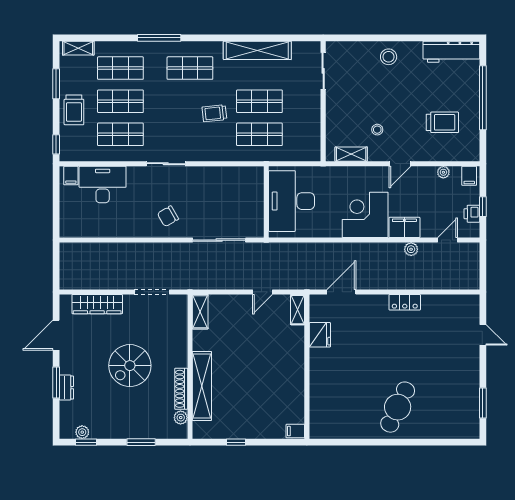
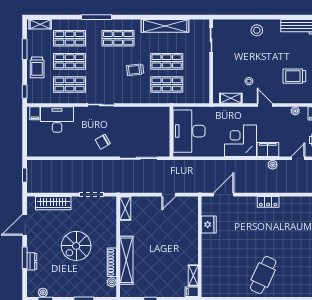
trolley: (442, 122) -> (294, 76), turned 180
door: (400, 164) -> (265, 105), swing flipped
window: (56, 264) -> (25, 175), added
shelving: (298, 310) -> (193, 275), moved

